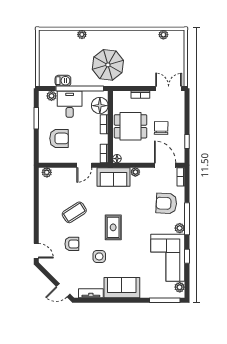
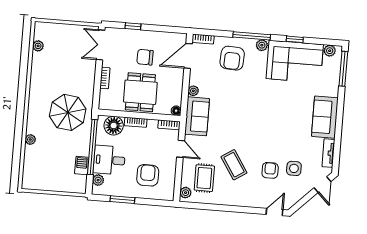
window: (187, 141) -> (133, 26), moved
rug: (113, 227) -> (204, 178), moved, turned 90
side table: (99, 256) -> (294, 168), moved

